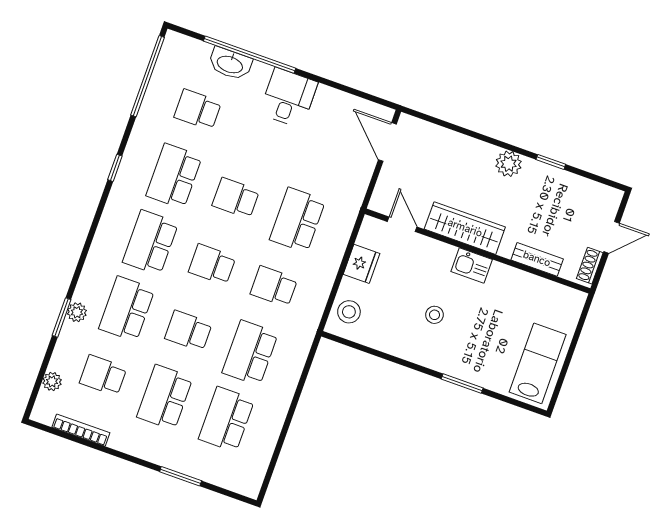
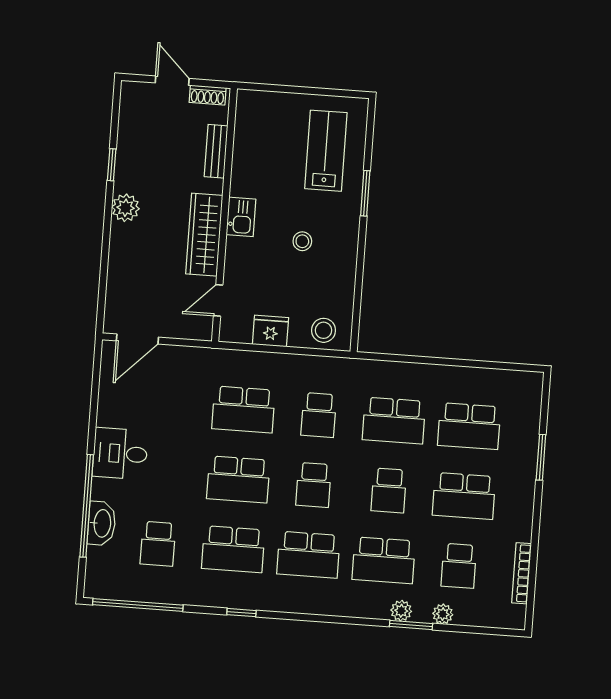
school desk: (236, 198) -> (238, 479), width x1.85
lab bench: (538, 363) -> (326, 151), moved, turned 90
plant: (52, 381) -> (443, 614), moved

